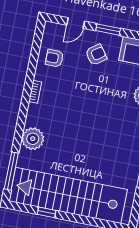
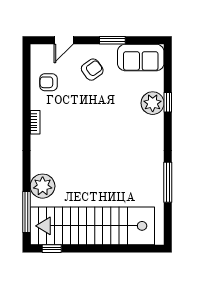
window: (108, 30) -> (112, 40), moved
plant: (33, 139) -> (43, 186), moved
window: (47, 212) -> (52, 249), moved

